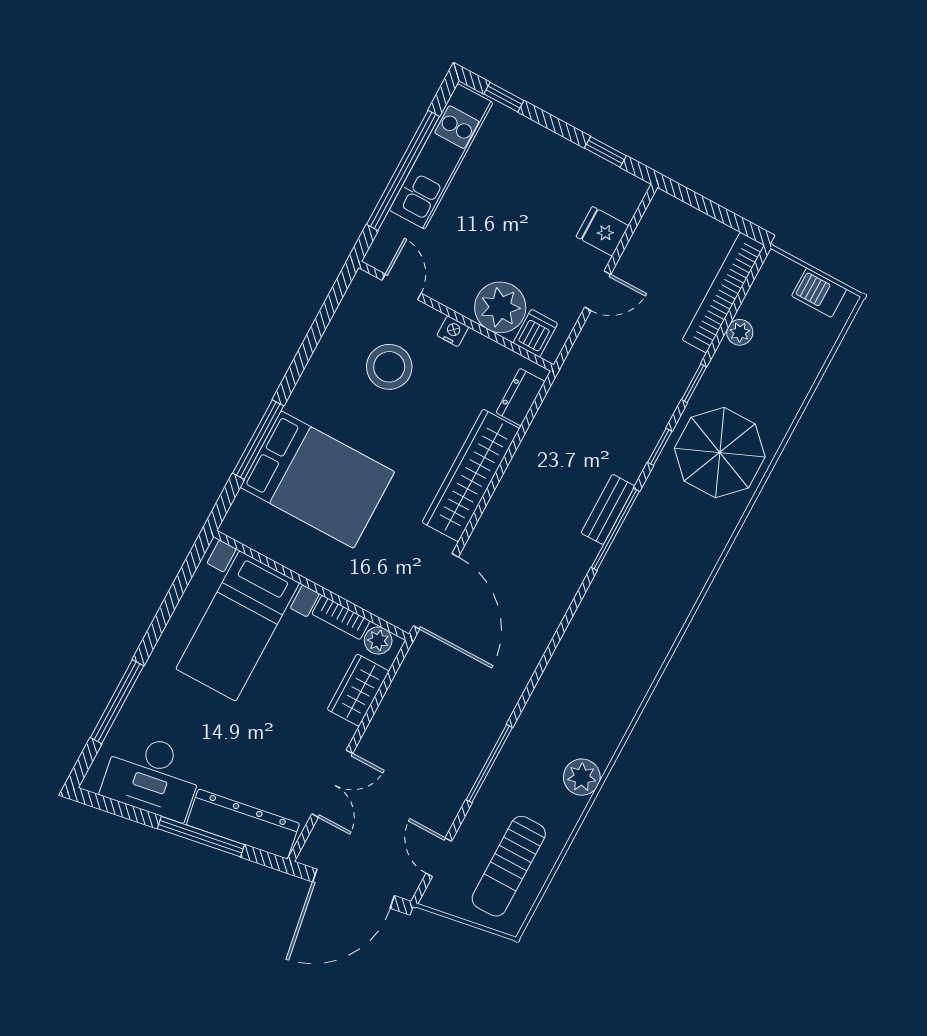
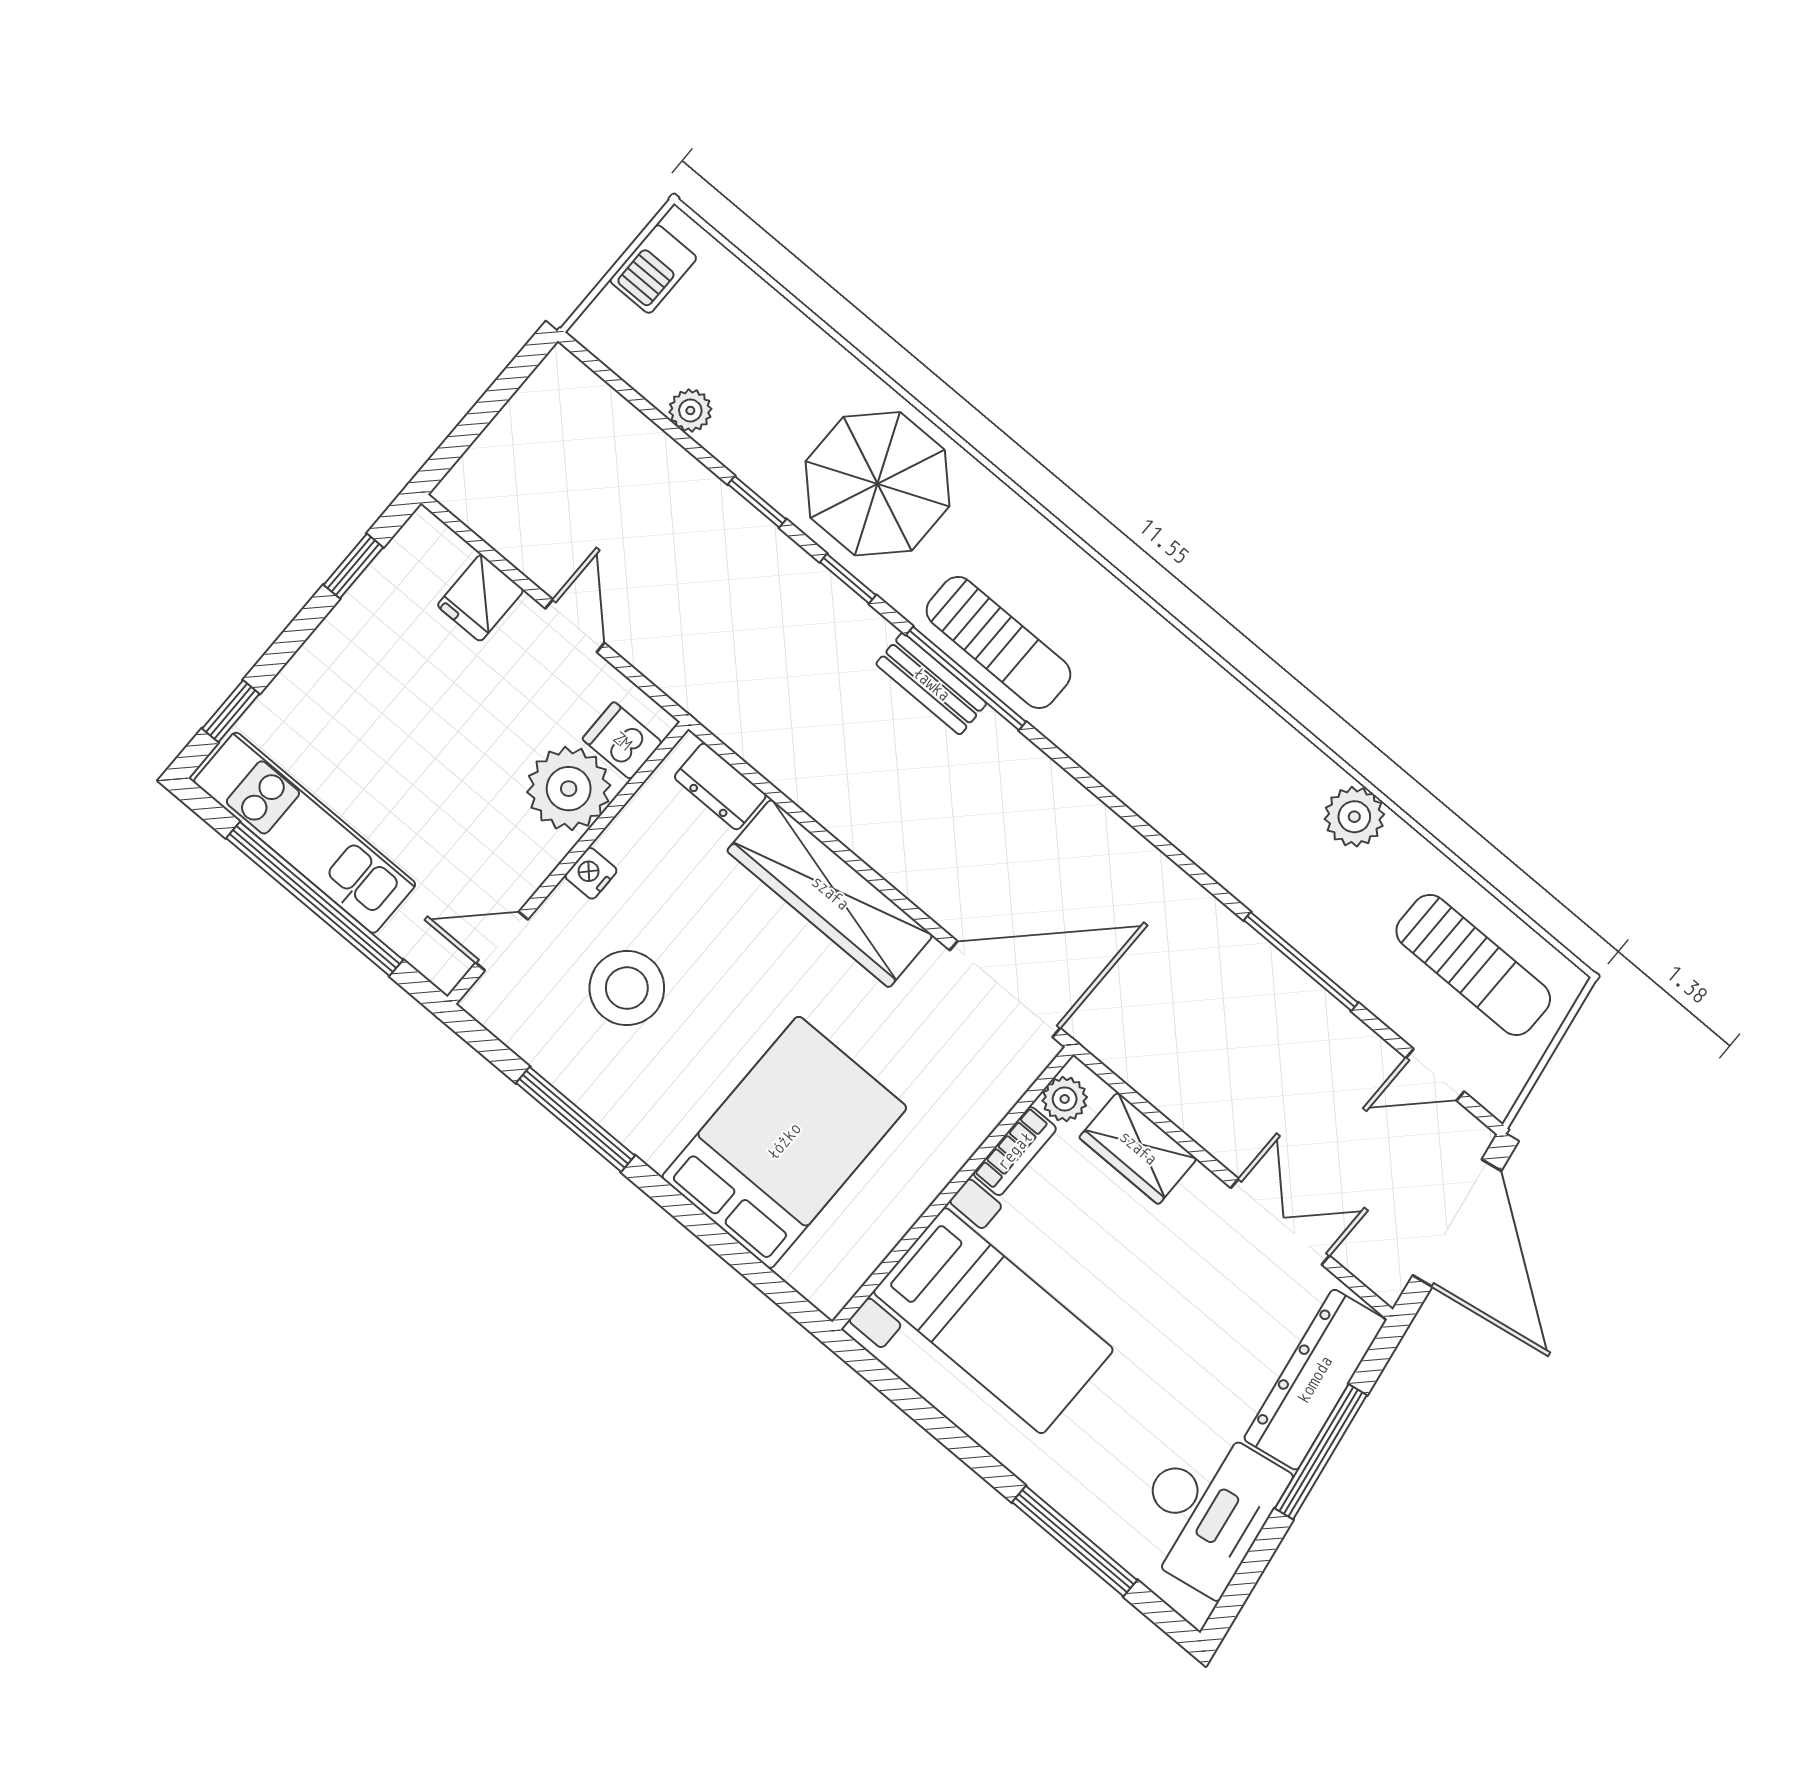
bookcase: (723, 292) -> (620, 423), removed
window: (258, 440) -> (575, 1119), moved
sun lounger: (641, 544) -> (998, 642), added

